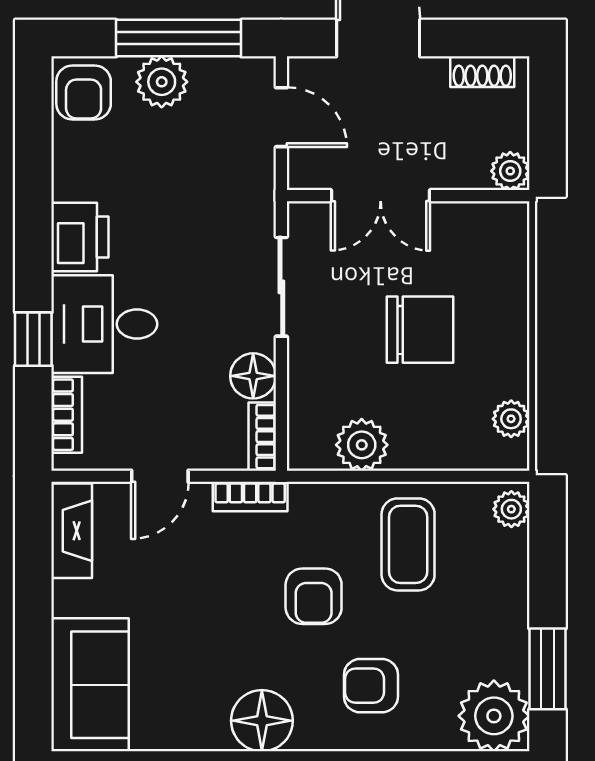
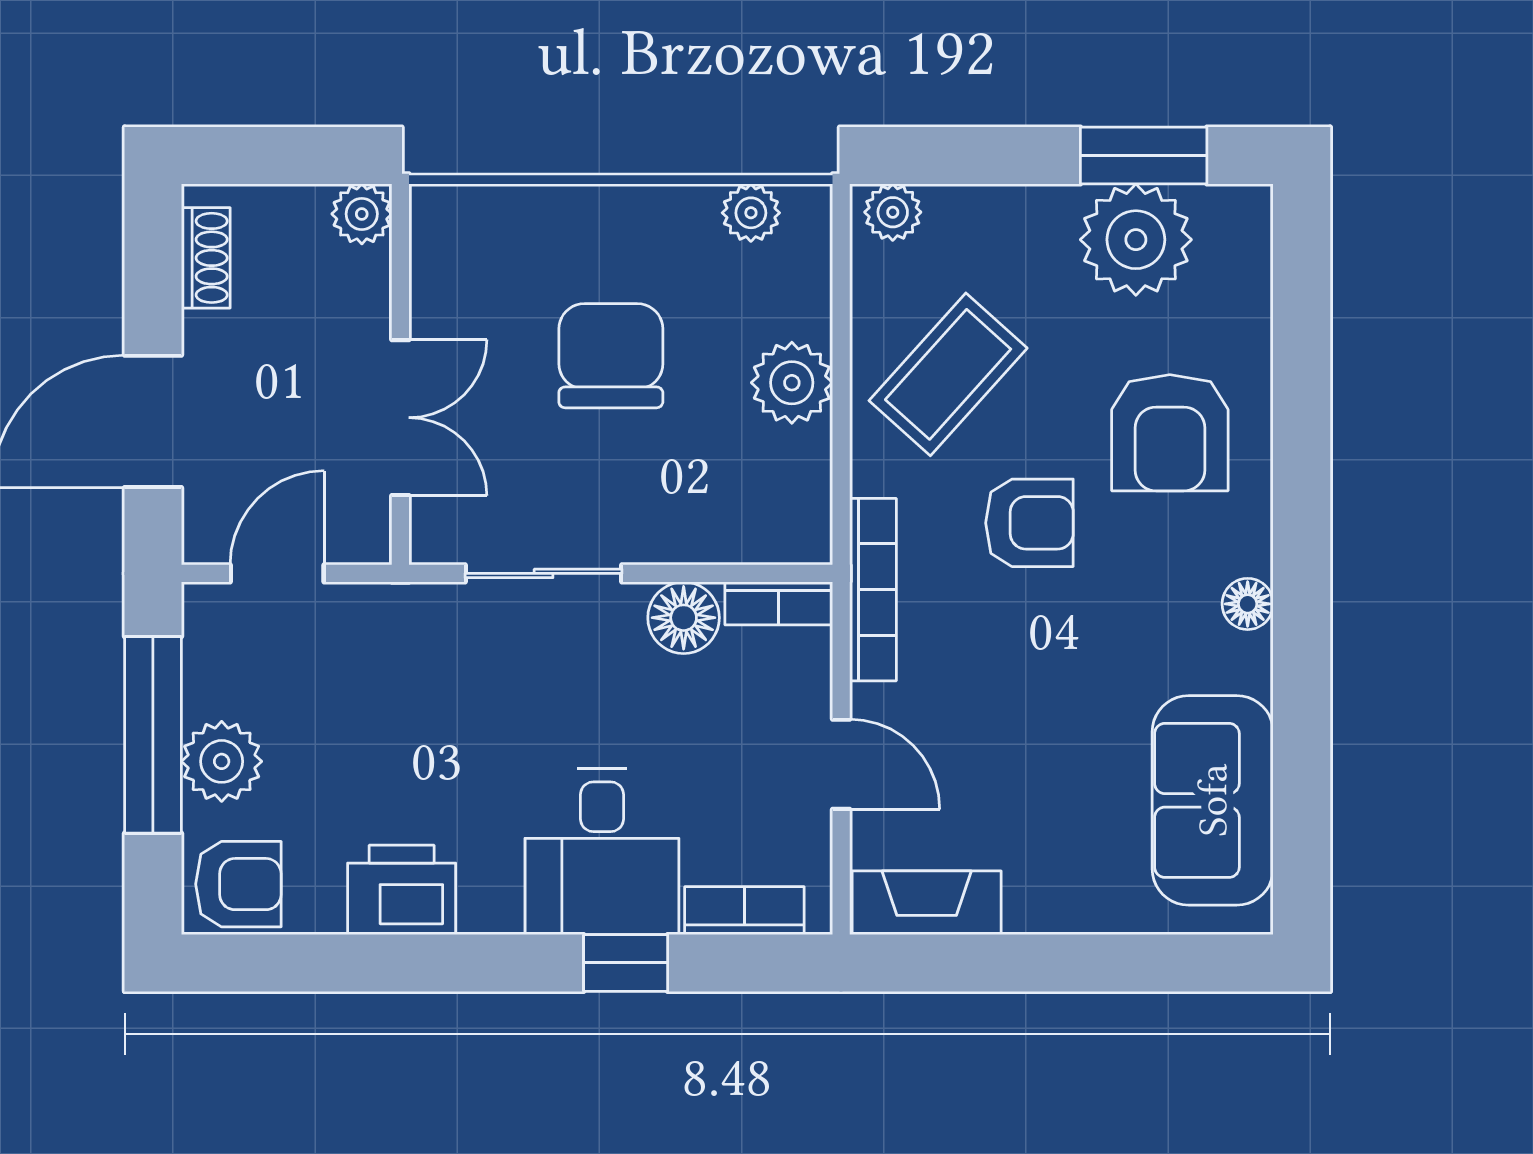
printer: (80, 237) -> (402, 890), moved
plant: (362, 445) -> (792, 383), moved
bookcase: (250, 497) -> (873, 590), width x1.56
coffee table: (408, 544) -> (948, 374), turned -48
sofa: (90, 685) -> (1213, 800), moved, turned -90
armchair: (371, 686) -> (1170, 433), width x1.38, depth x1.38
plant: (494, 716) -> (1136, 240), moved
floor lamp: (262, 721) -> (1248, 604), width x0.53, depth x0.53

